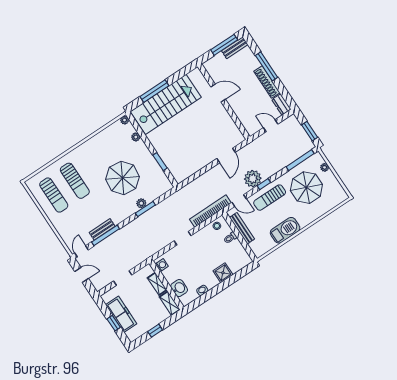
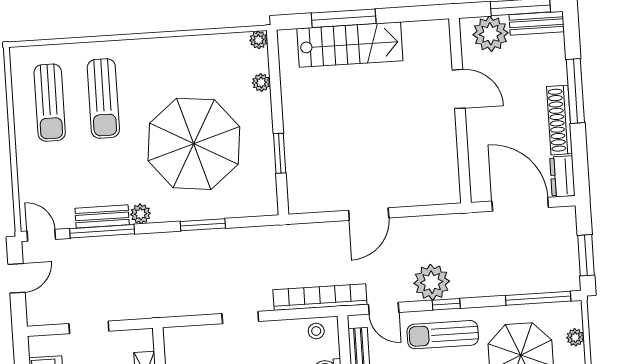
plant: (218, 63) -> (490, 34), added
stairs: (166, 104) -> (350, 45), width x0.73, depth x0.66
door: (271, 126) -> (520, 204), width x1.87
door: (226, 155) -> (369, 214), moved
parasol: (123, 178) -> (194, 144), width x1.36, depth x1.36
plant: (141, 203) -> (141, 214), moved
door: (82, 251) -> (41, 235), hinge flipped
washing machine: (162, 265) -> (174, 345), removed
door: (82, 275) -> (16, 278), hinge flipped

